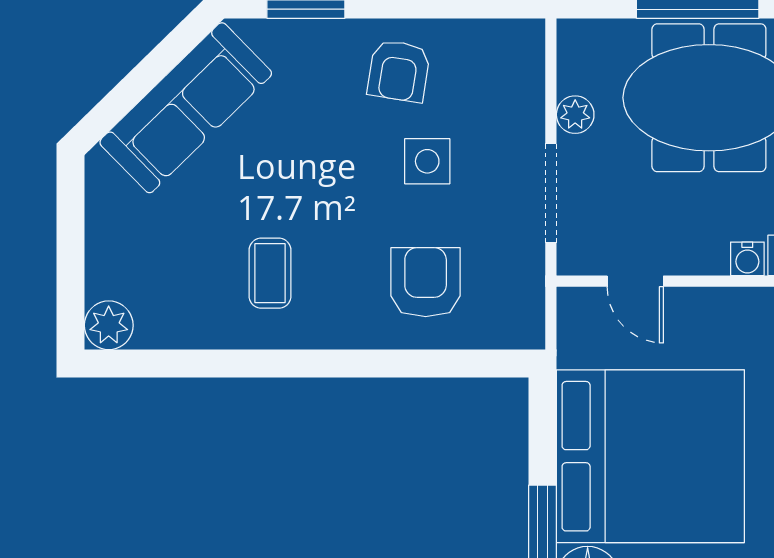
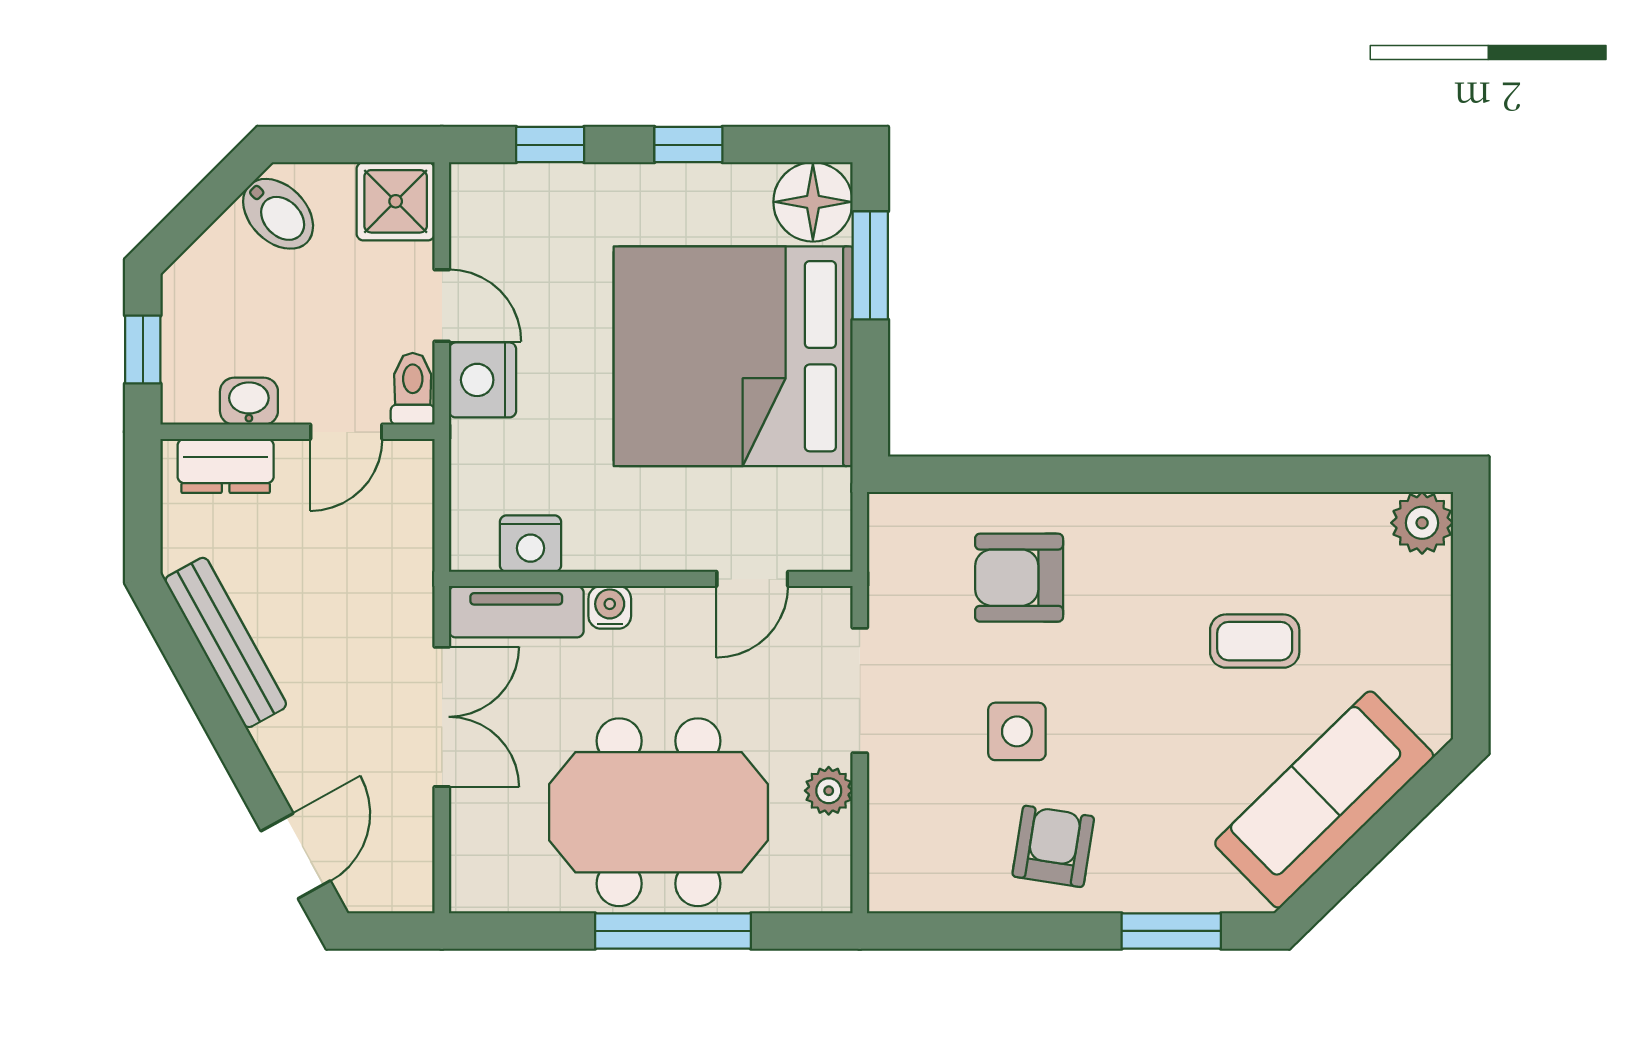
coffee table: (270, 273) -> (1255, 641), moved, turned 90
door: (635, 281) -> (752, 579), swing flipped
armchair: (426, 282) -> (1019, 578), turned 90

